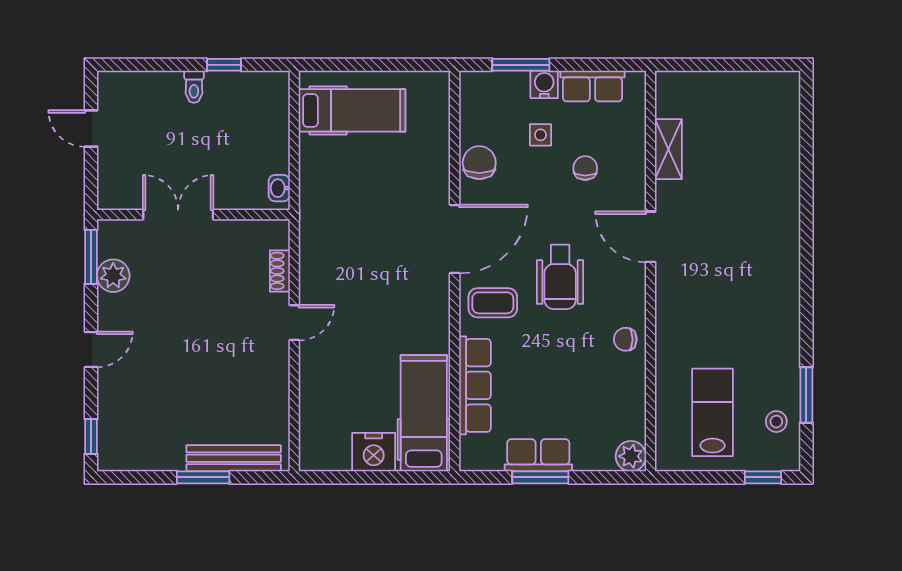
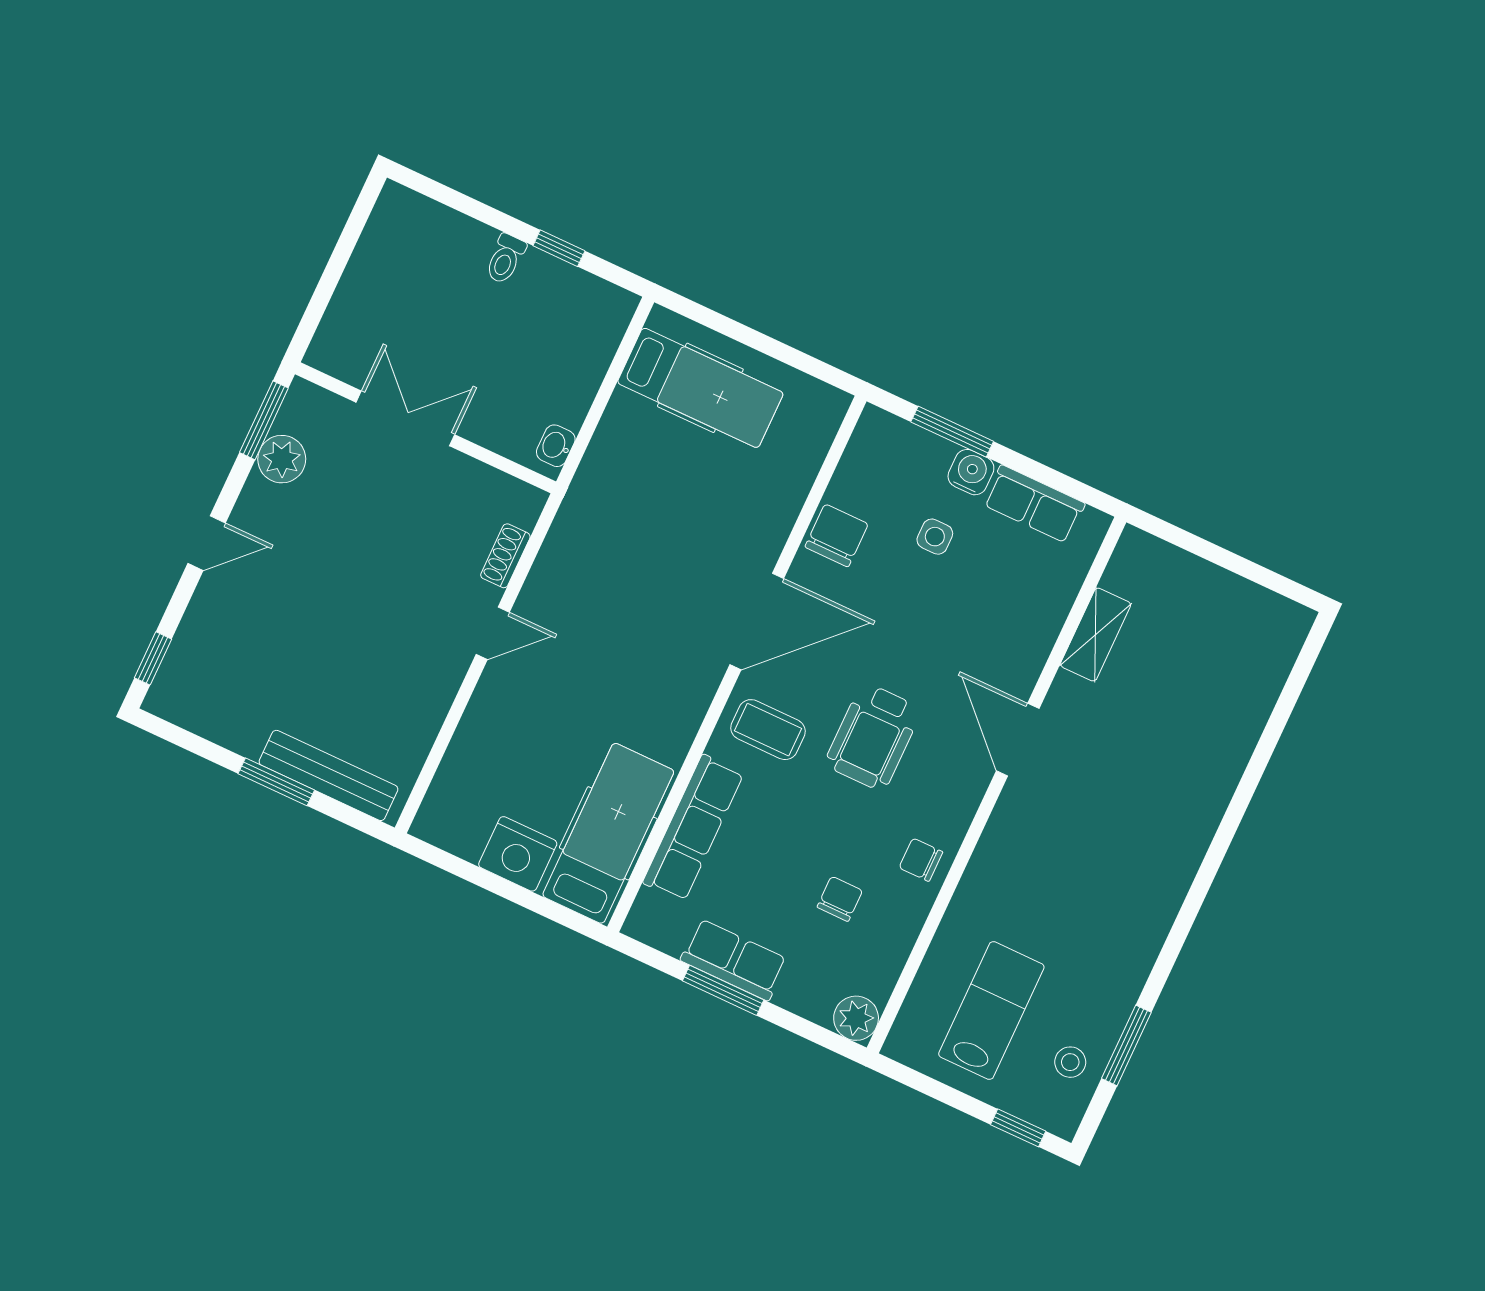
door: (91, 129) -> (343, 250), removed
chair: (585, 168) -> (840, 899), moved

